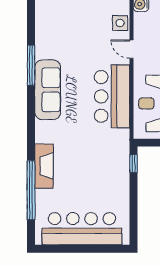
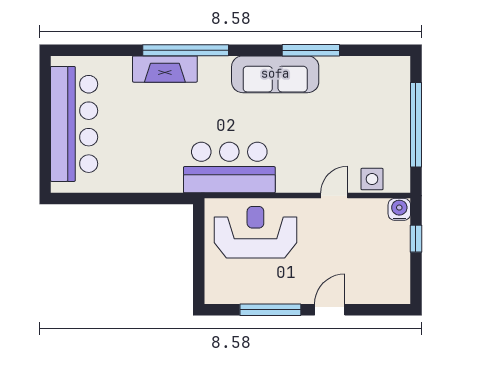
bar counter: (112, 96) -> (229, 168), moved
window: (133, 164) -> (168, 198), removed
window: (31, 190) -> (186, 50), moved

